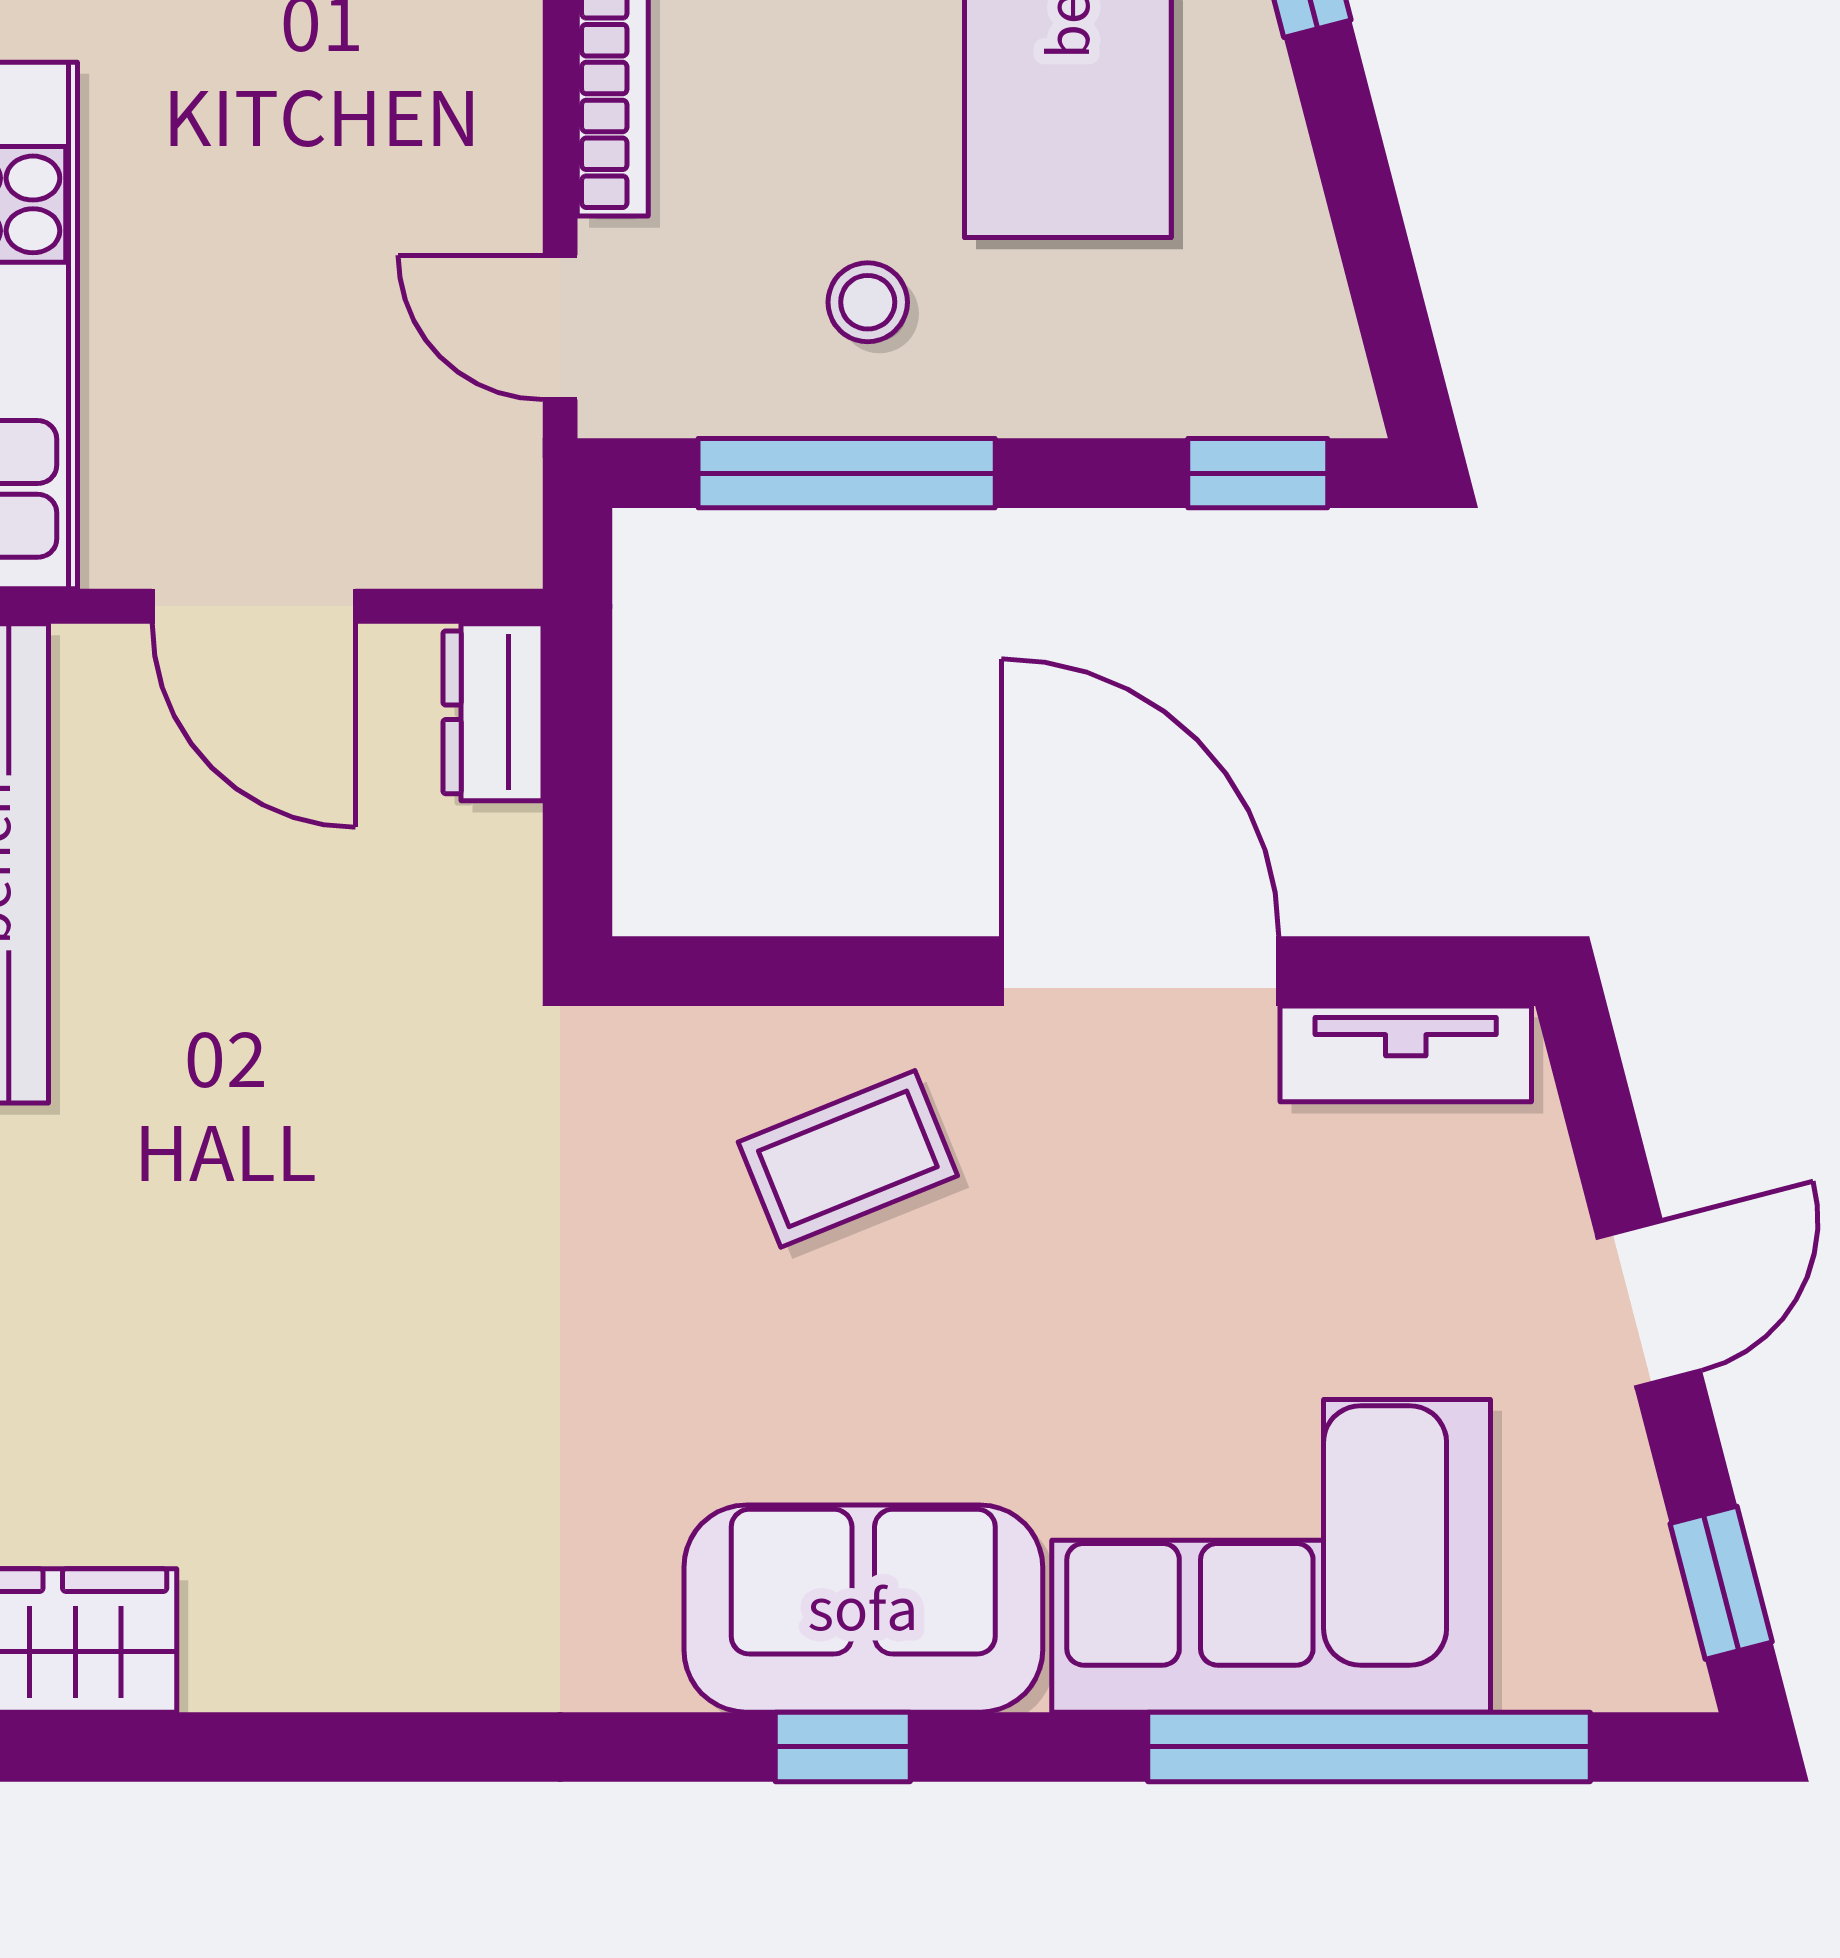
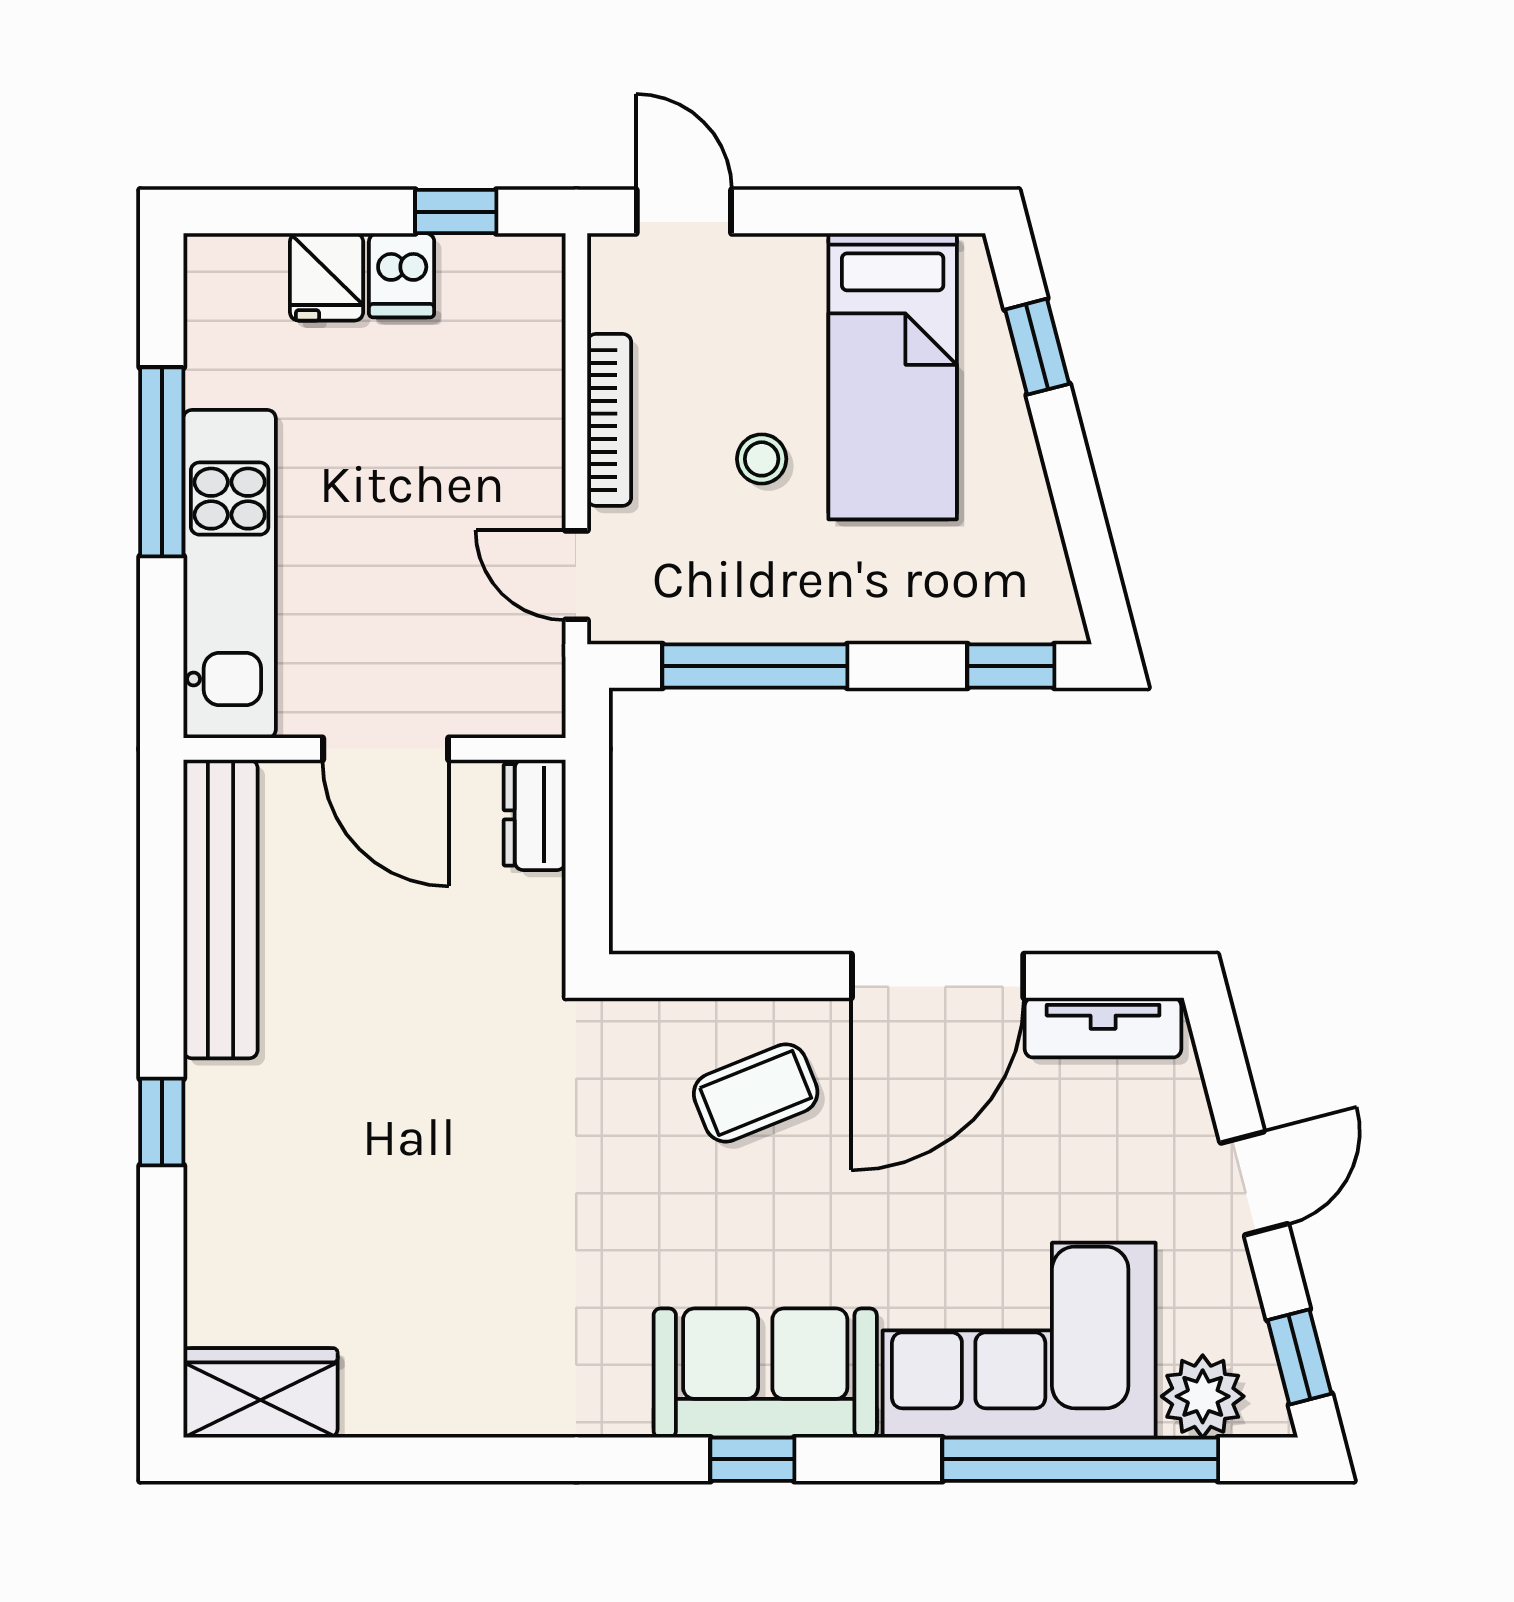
stool: (868, 302) -> (762, 459), moved
door: (1140, 971) -> (938, 976), swing flipped
plant: (1566, 1646) -> (1203, 1396), added

